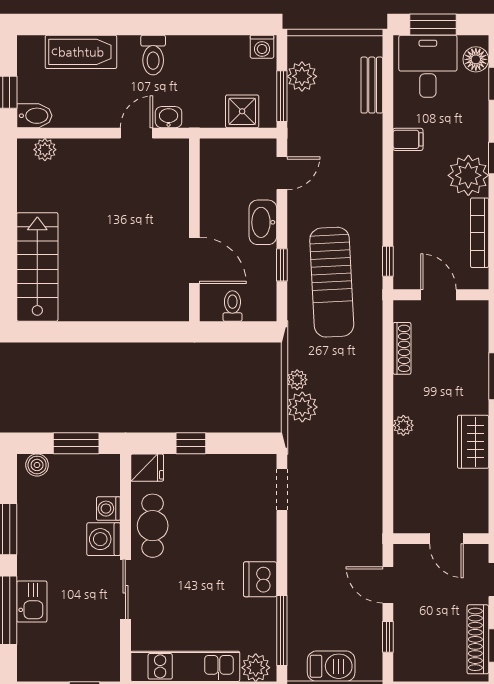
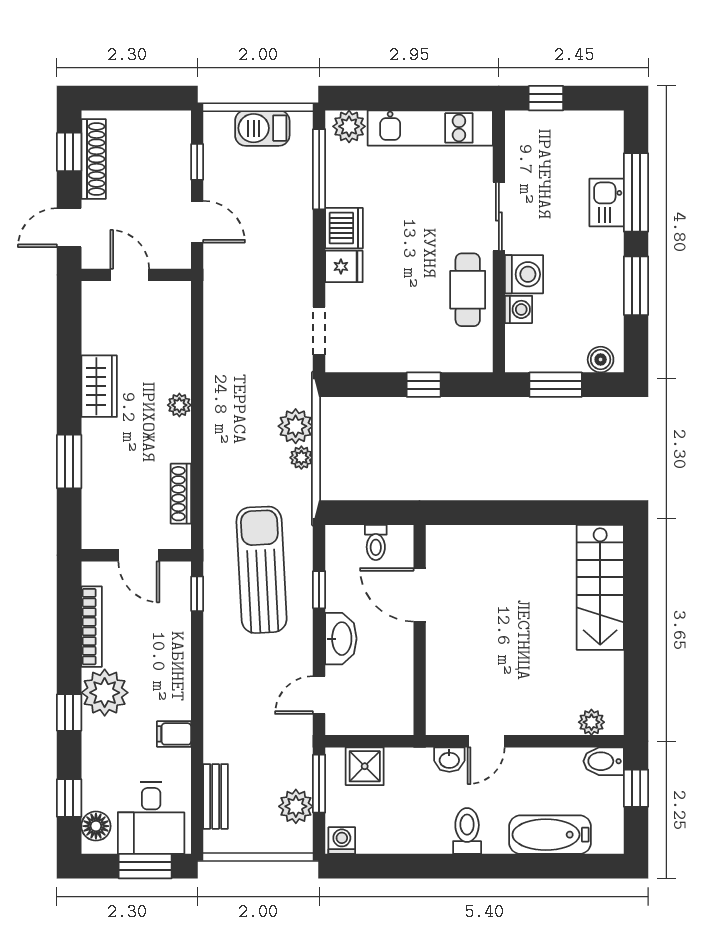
fridge: (147, 468) -> (344, 266), moved, turned 180

